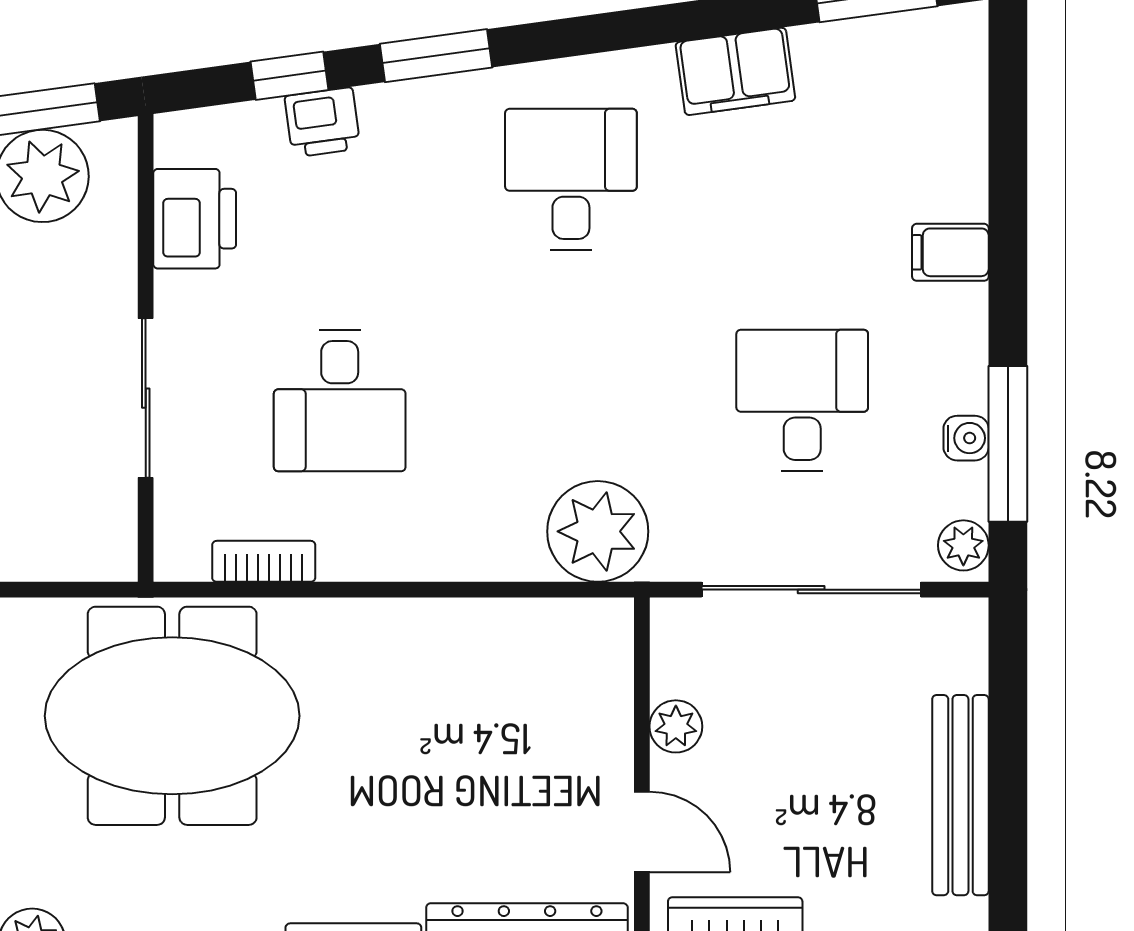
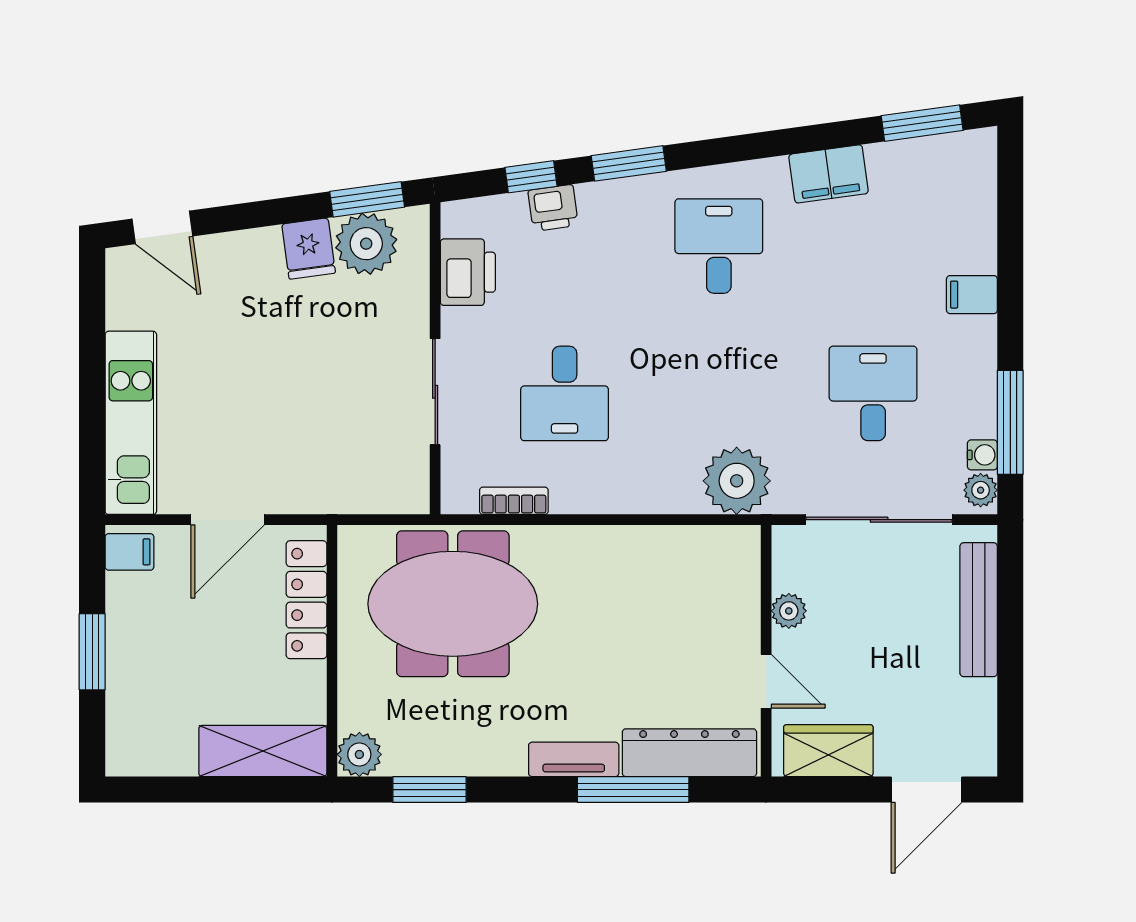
water cooler: (966, 438) -> (982, 455), moved
bench: (960, 795) -> (979, 610), moved

